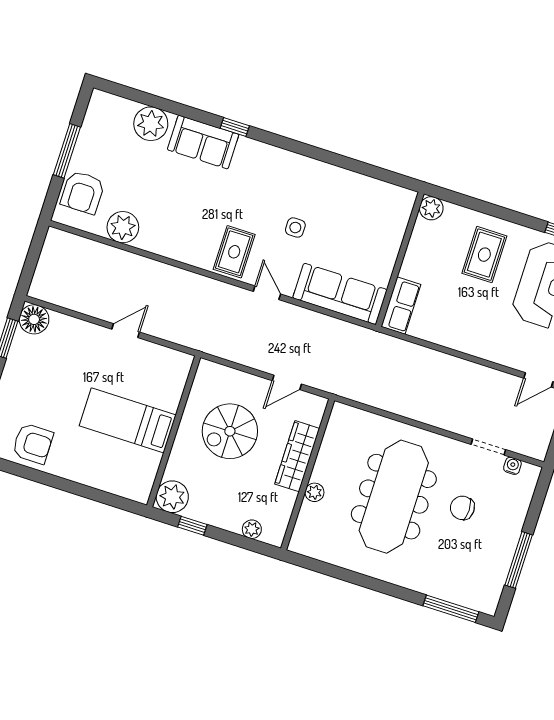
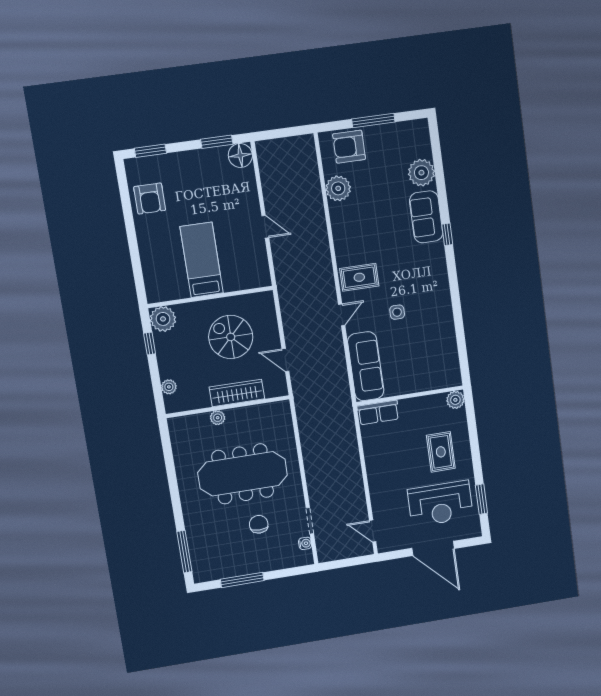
rug: (484, 255) -> (441, 452), turned 90

